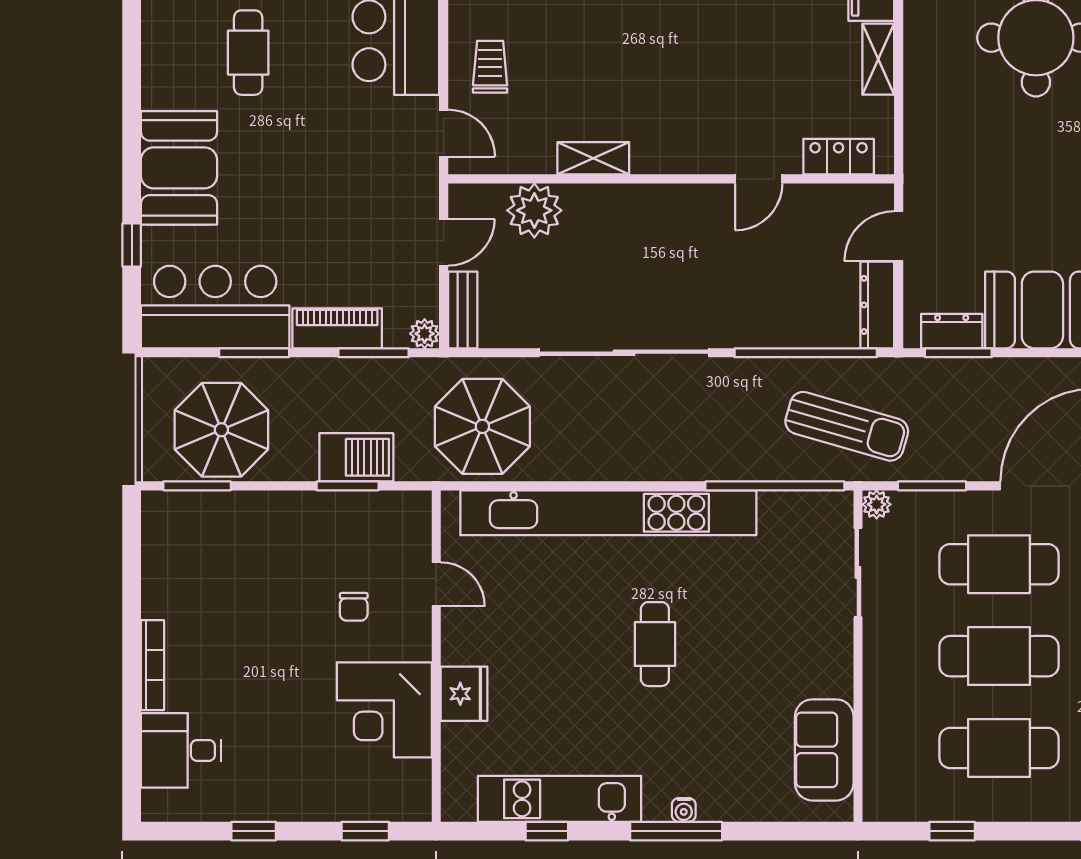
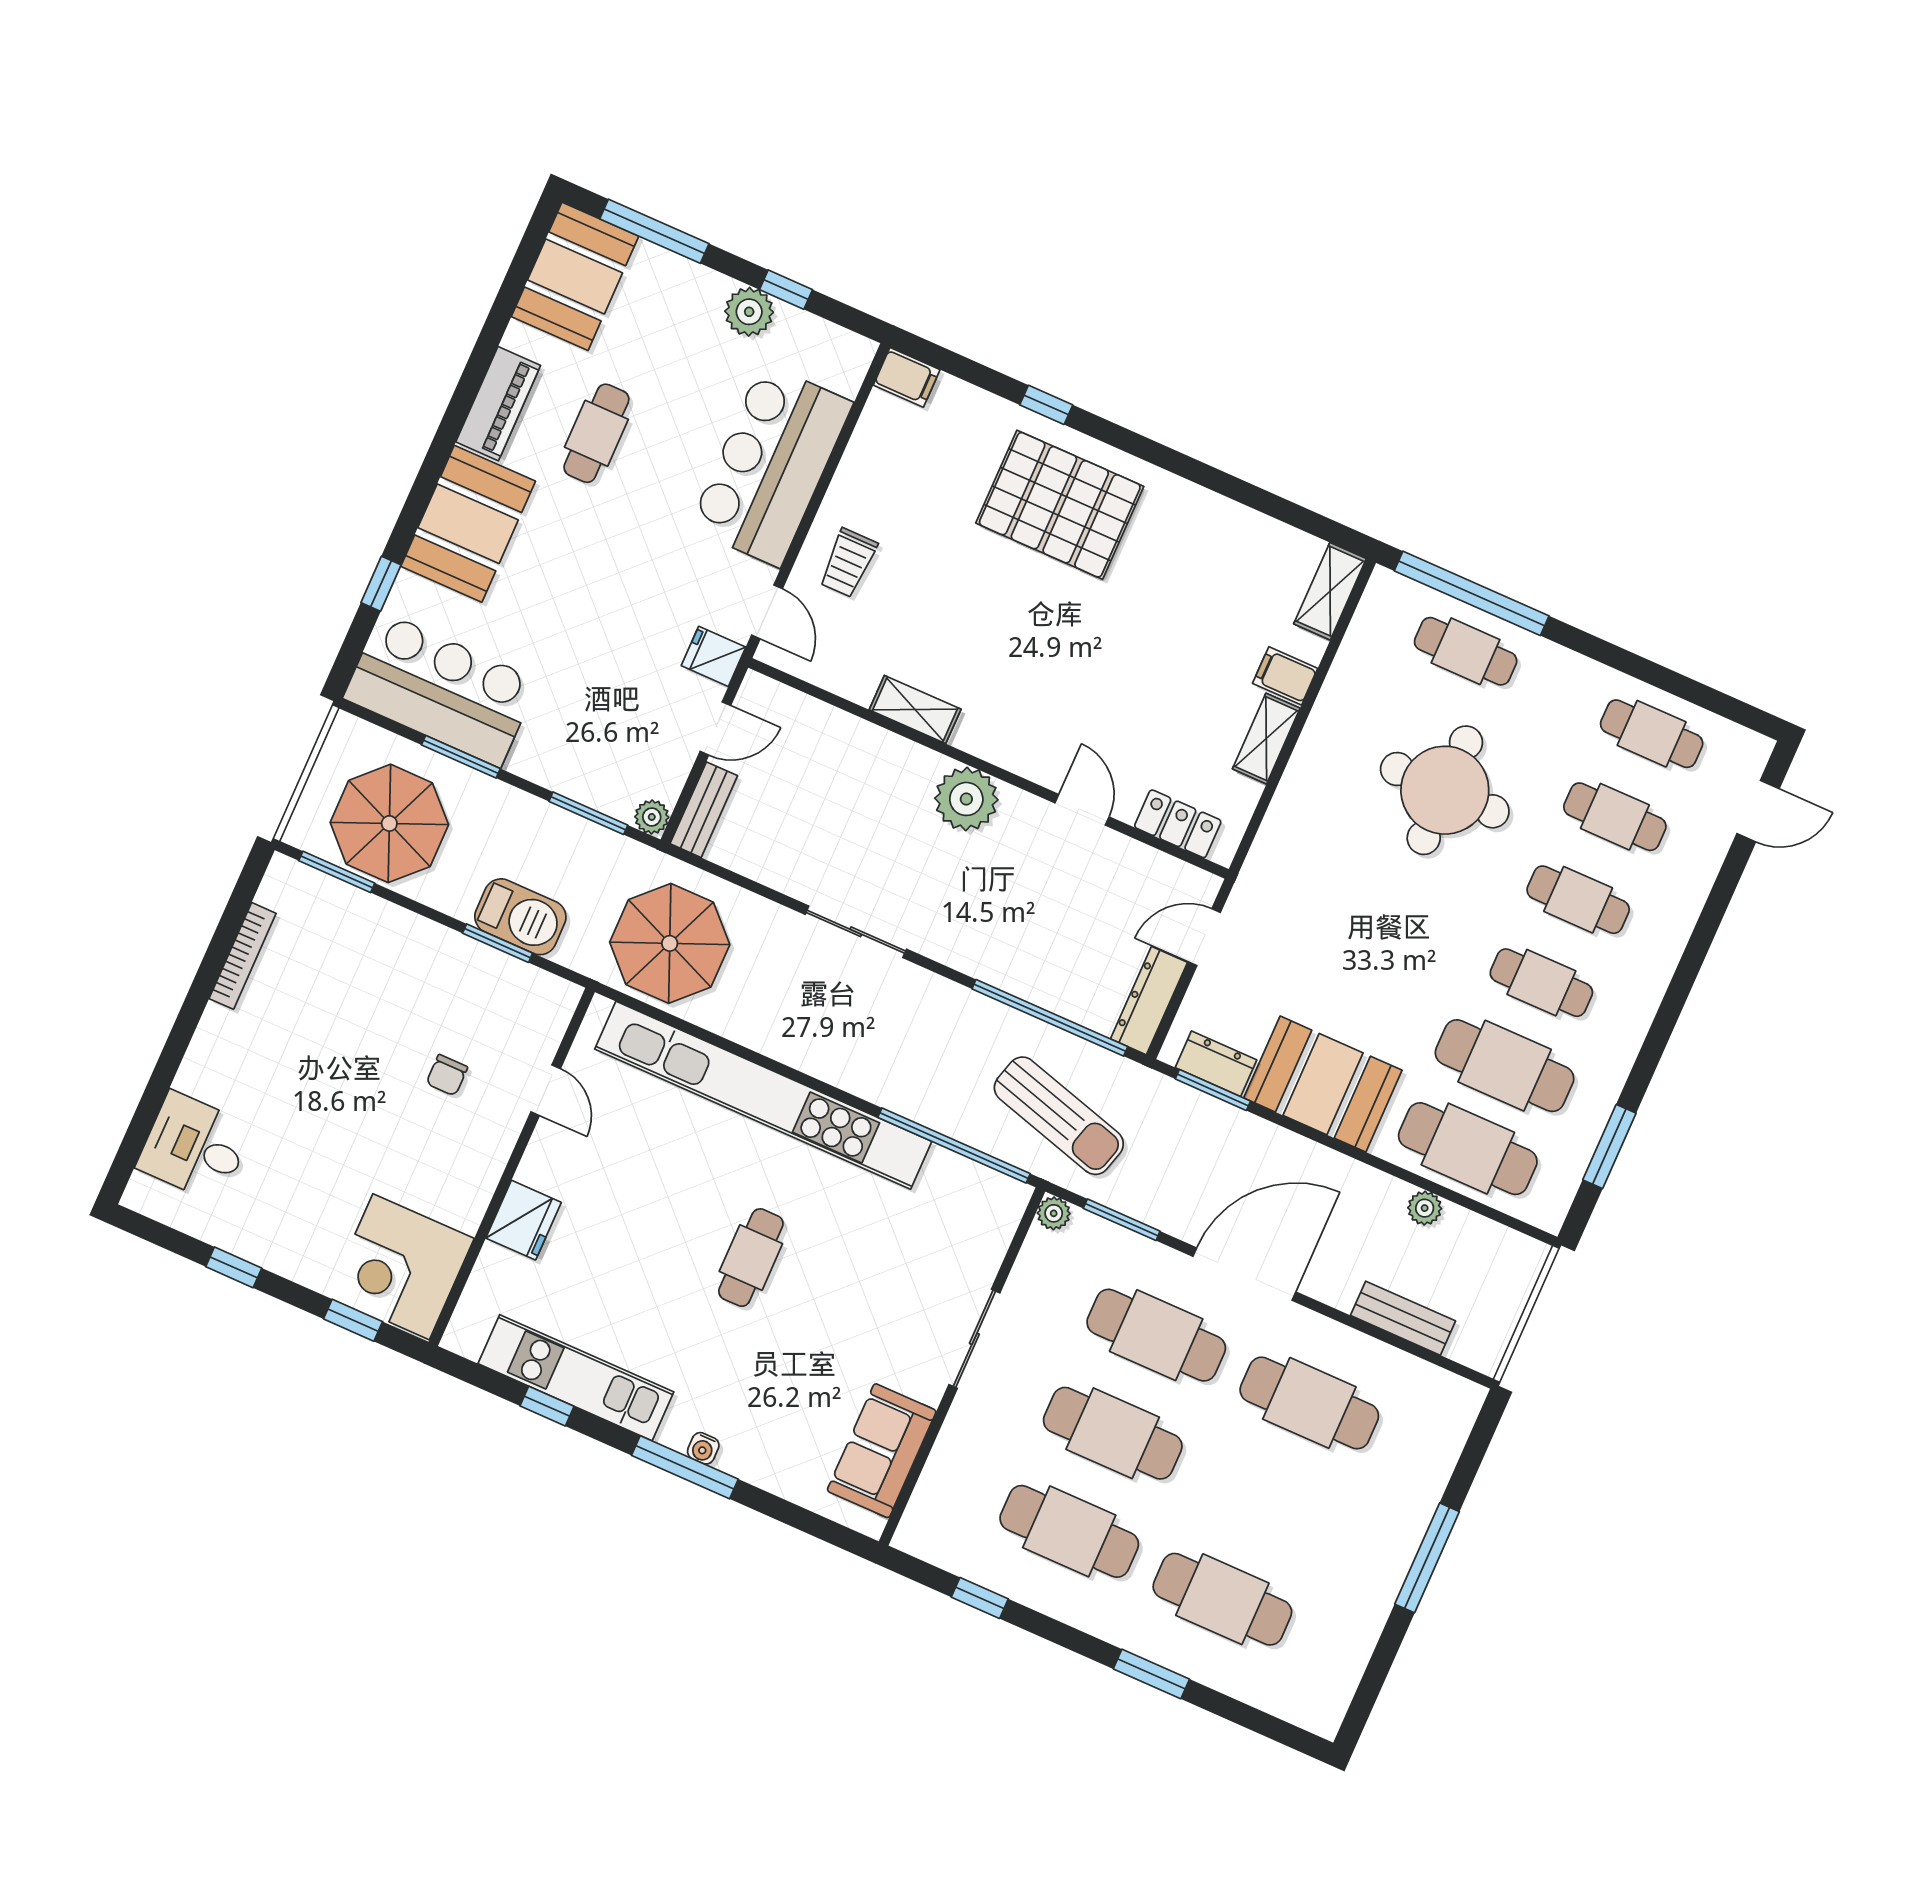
trolley: (490, 67) -> (848, 563), turned 180
door: (759, 179) -> (1082, 810), swing flipped
fridge: (417, 187) -> (713, 656), added
plant: (534, 210) -> (966, 799), moved
piano: (337, 328) -> (498, 404), moved, turned 90
sliding door: (624, 353) -> (856, 932), width x0.54
sliding door: (858, 572) -> (974, 1339), moved
bookcase: (152, 665) -> (243, 956), moved
corner desk: (384, 710) -> (401, 1267), moved

